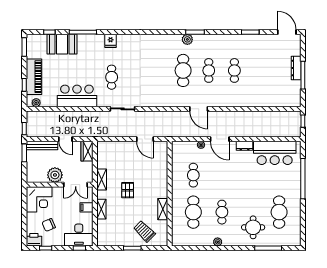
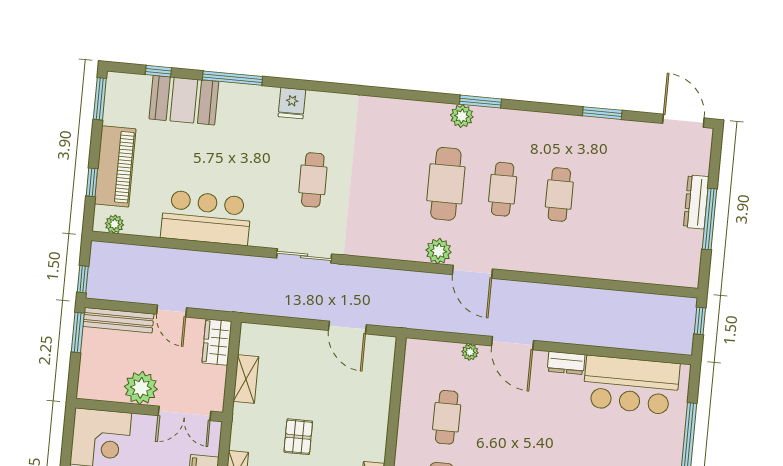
cafe table: (112, 77) -> (313, 180), moved
plant: (183, 101) -> (439, 251), added
shelving: (102, 180) -> (246, 379), moved

